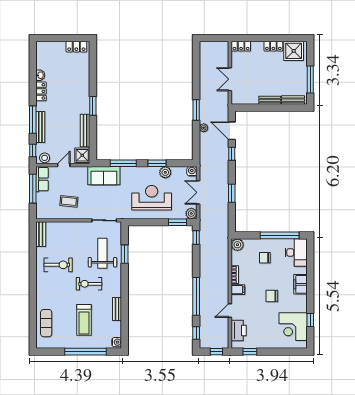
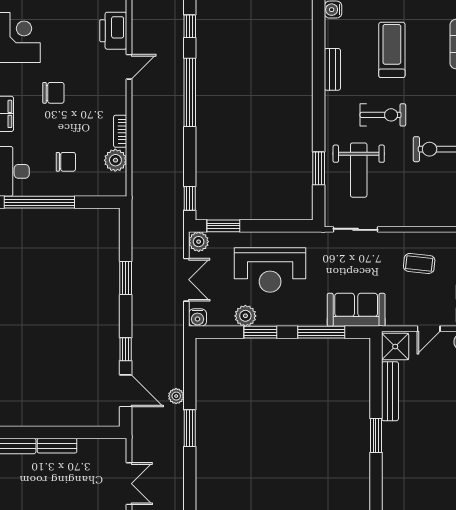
plant: (237, 245) -> (115, 160), moved
filing cabinet: (238, 290) -> (115, 104), removed

